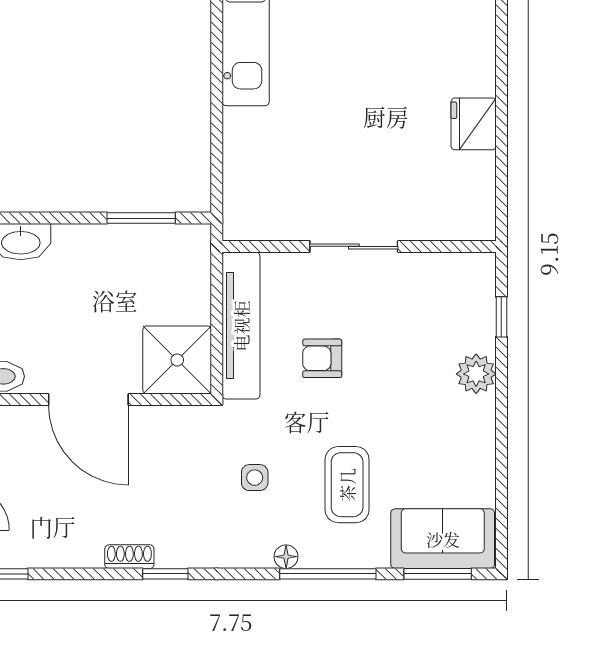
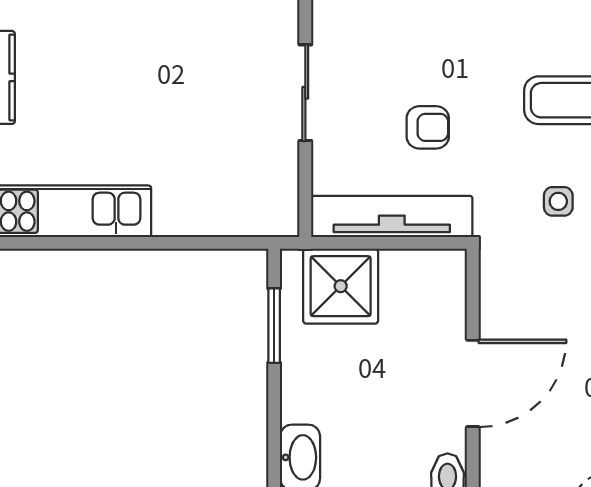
armchair: (322, 358) -> (428, 127), turned -90
shower: (177, 360) -> (341, 286), moved

